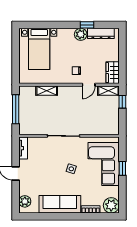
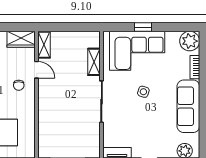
shelving: (47, 91) -> (94, 62), moved
window: (122, 102) -> (58, 27), removed

